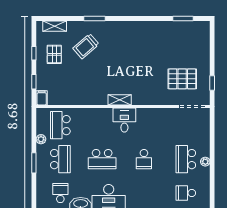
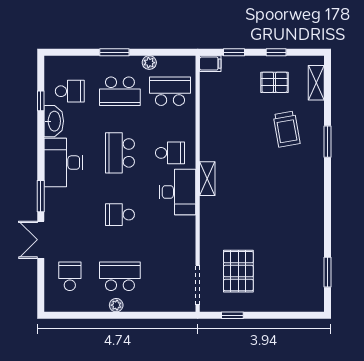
trolley: (86, 46) -> (287, 129), turned -149
desk: (124, 120) -> (178, 192), width x1.37
school desk: (102, 125) -> (170, 153), added

